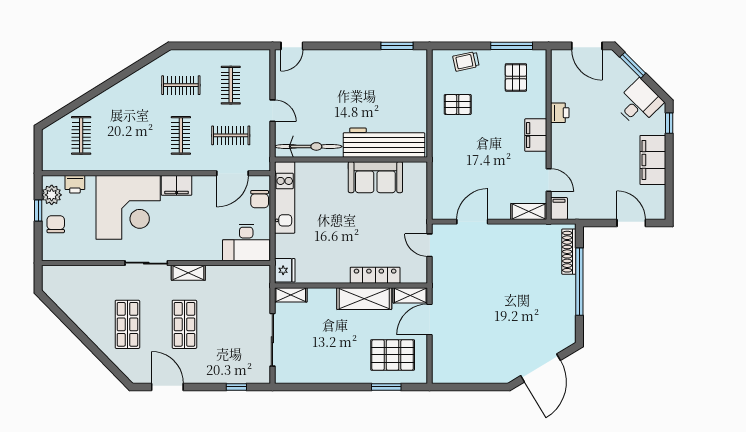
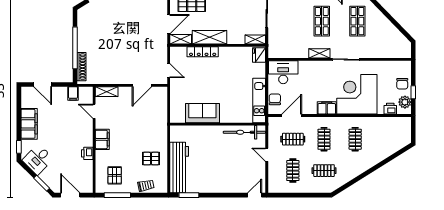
clothes rail: (81, 135) -> (355, 139), moved
workbench: (384, 143) -> (179, 168), moved, turned -90
filing cabinet: (559, 209) -> (73, 93), moved

